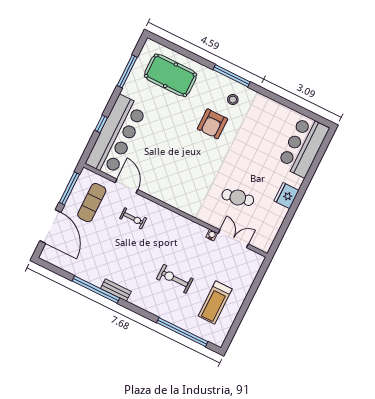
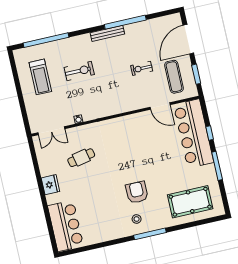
window: (127, 71) -> (217, 166), moved
window: (69, 188) -> (196, 74), width x0.69
exercise bike: (133, 218) -> (142, 68), moved
door: (50, 226) -> (188, 39), hinge flipped
double door: (233, 239) -> (51, 131), moved
bench: (116, 290) -> (107, 33), width x1.36
treadmill: (215, 302) -> (40, 77), turned 180

